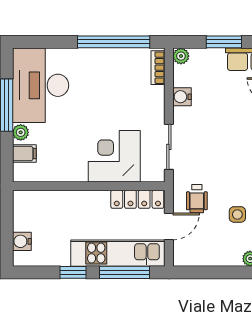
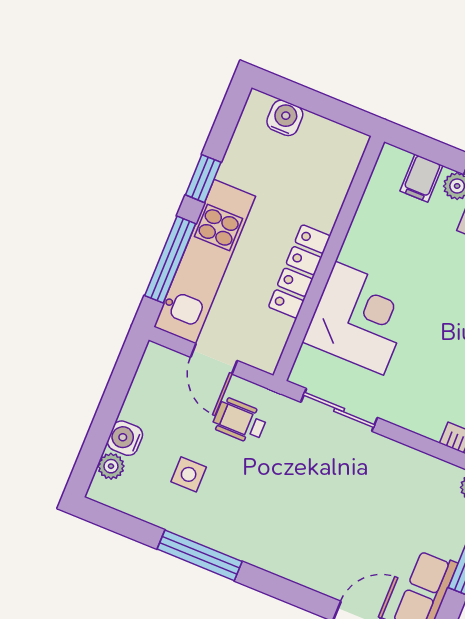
water cooler: (182, 97) -> (125, 438), moved, turned -90
locker: (137, 199) -> (299, 271), moved

